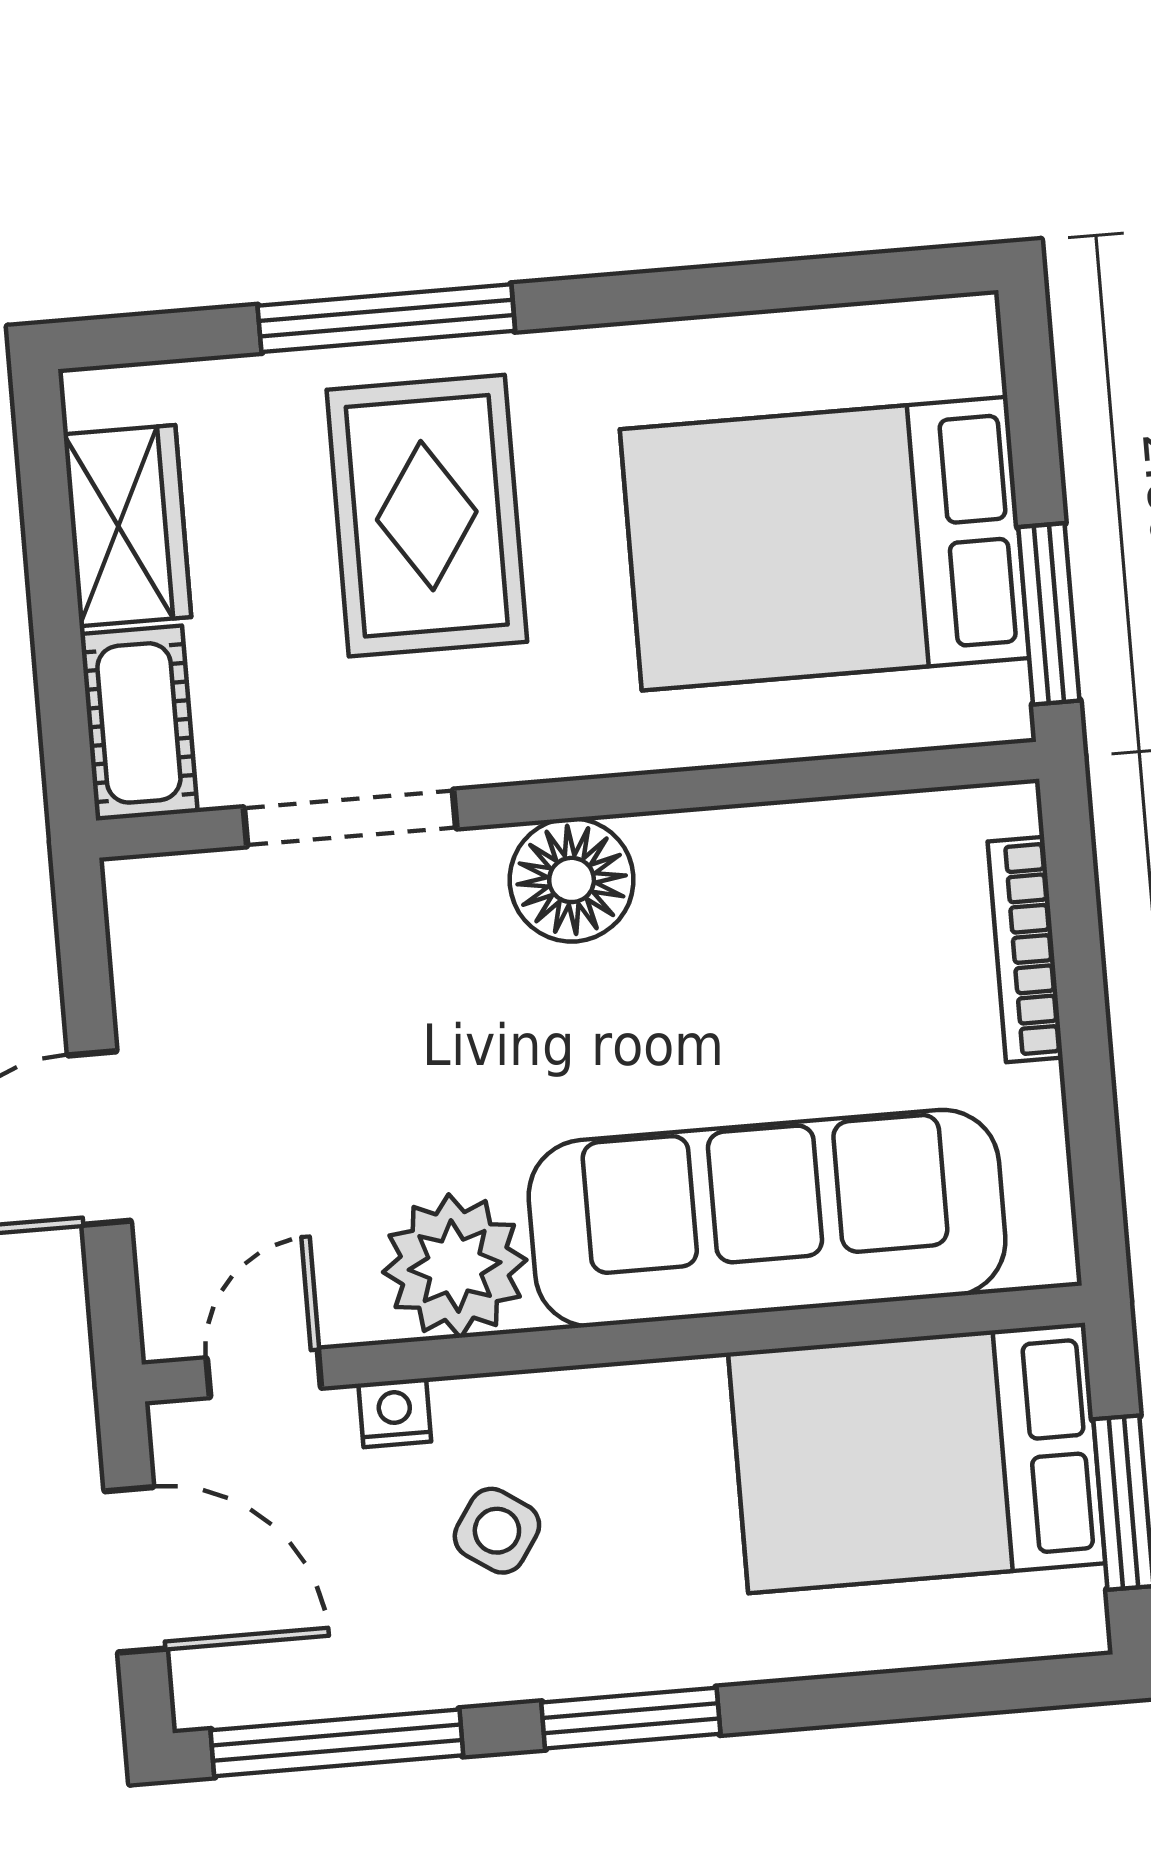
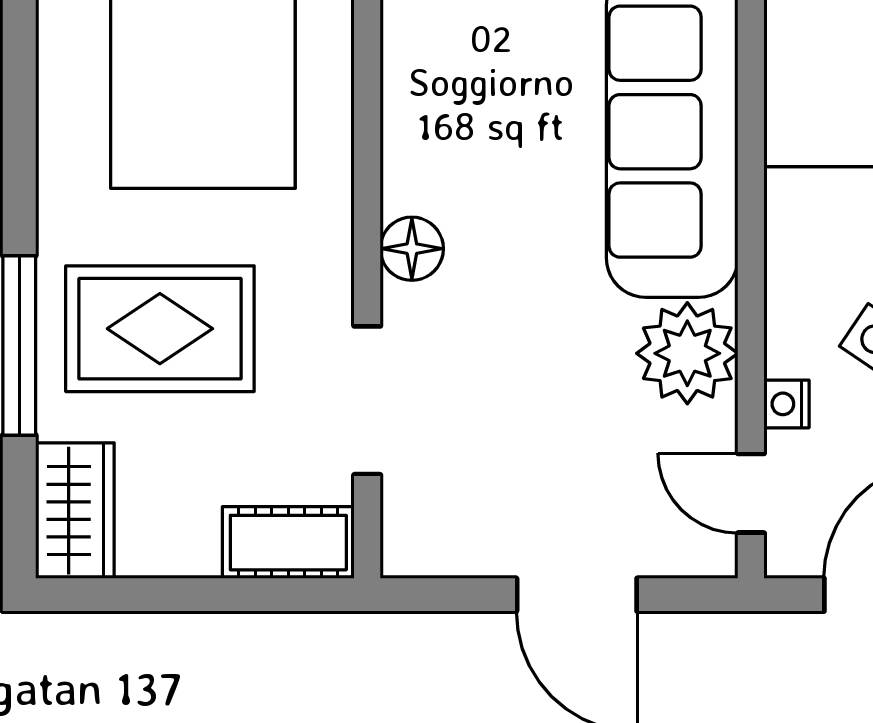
wardrobe: (127, 526) -> (75, 511), moved, turned 90
floor lamp: (572, 880) -> (412, 249), width x0.73, depth x0.73

